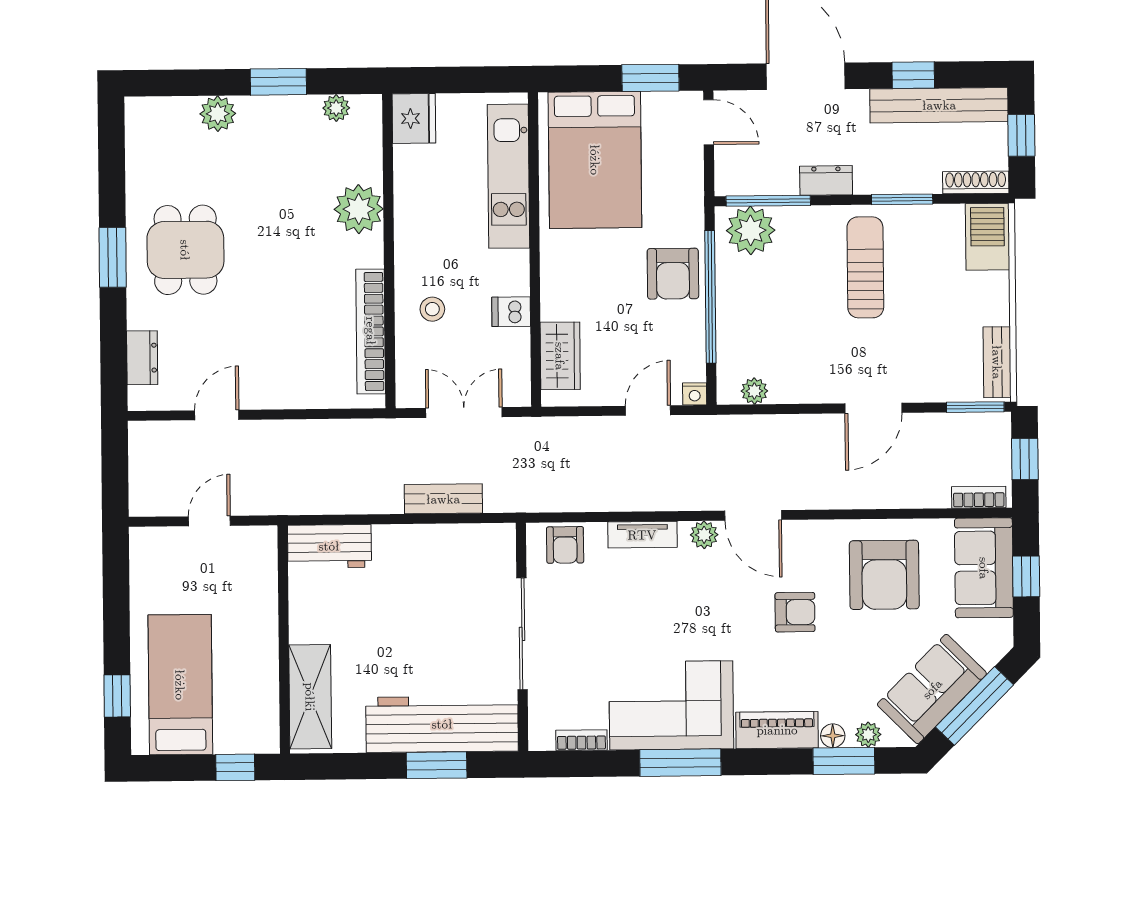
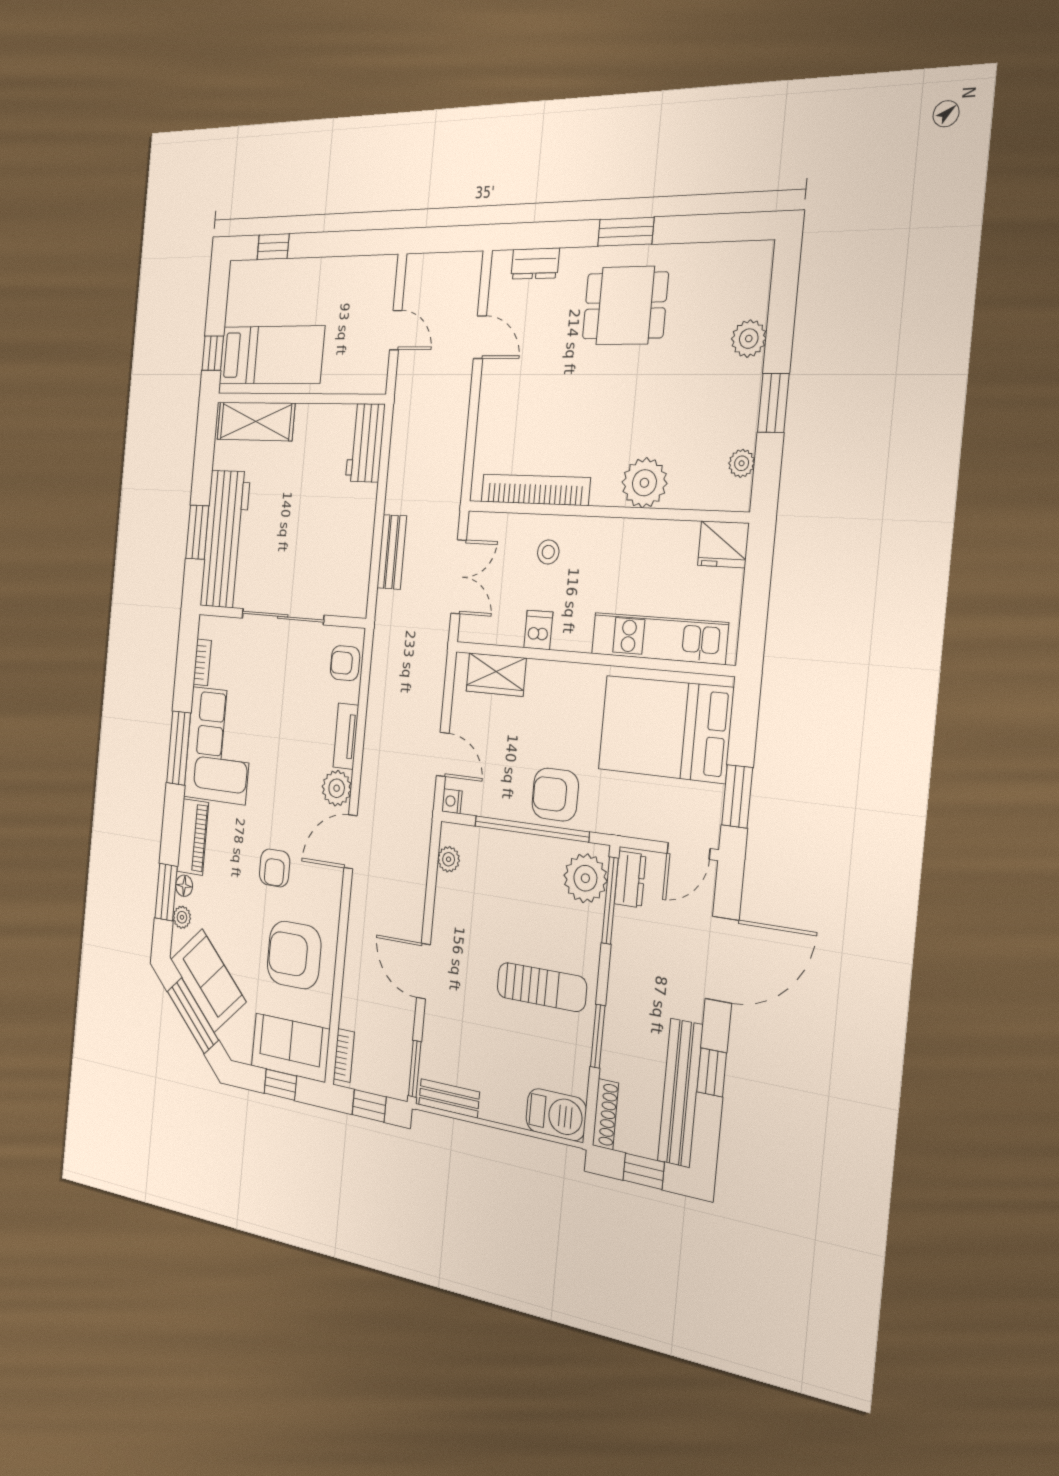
dresser: (826, 180) -> (630, 879), moved
plant: (704, 535) -> (337, 788), width x1.38, depth x1.38
bed: (180, 685) -> (271, 355), moved

